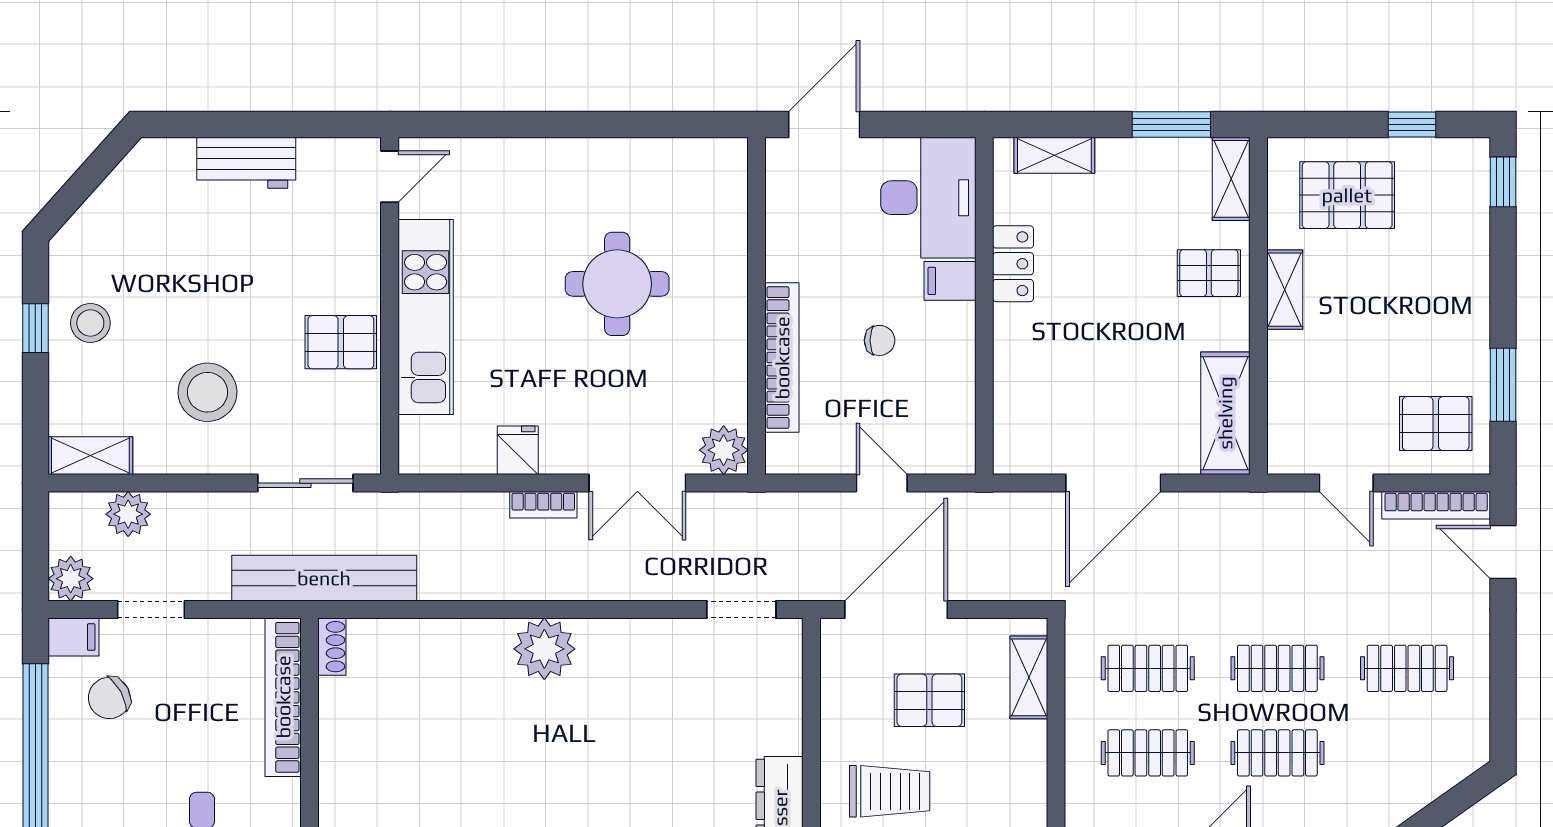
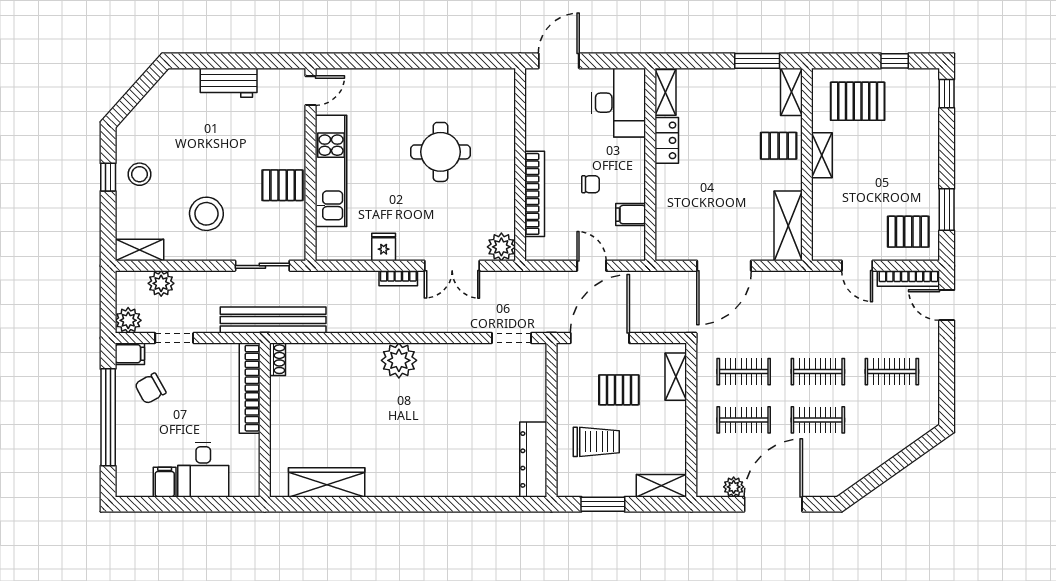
shelving: (1054, 155) -> (665, 92), moved, turned 90
filing cabinet: (950, 281) -> (631, 215), moved

